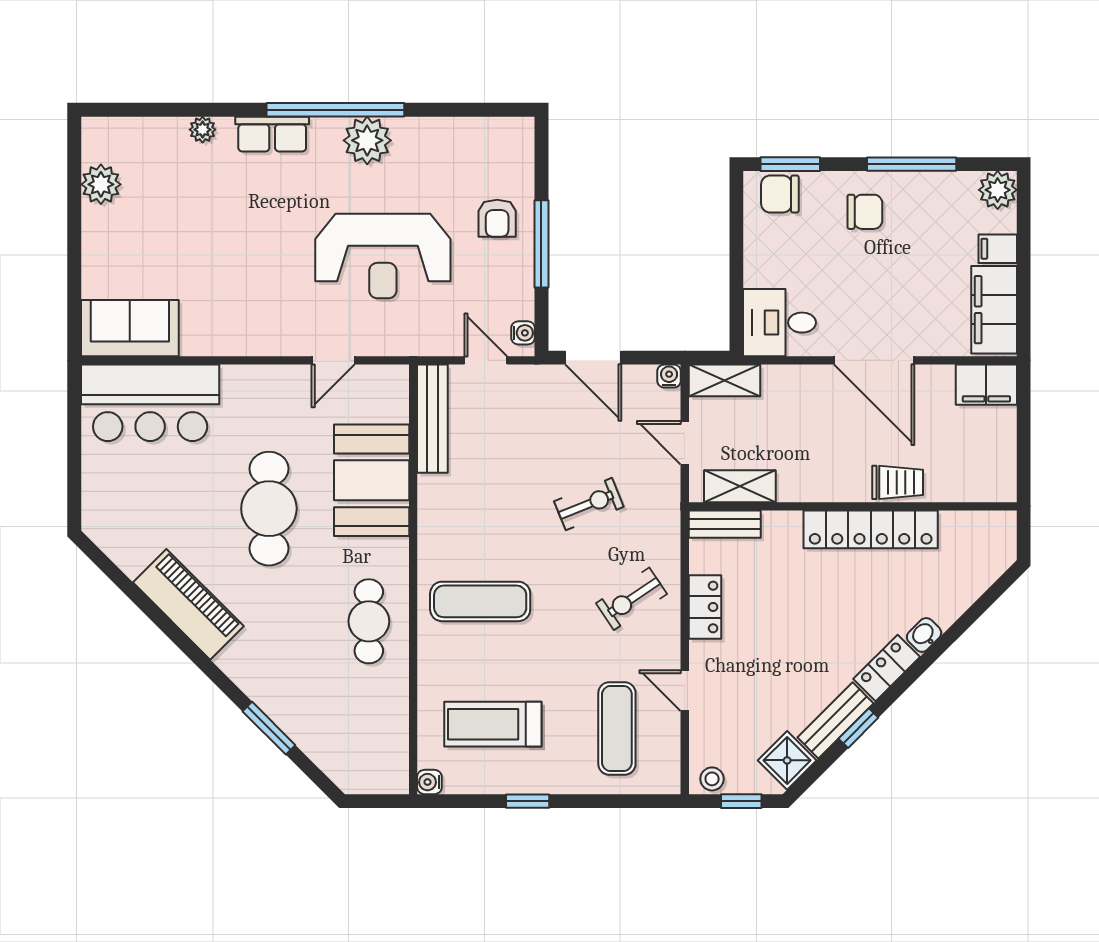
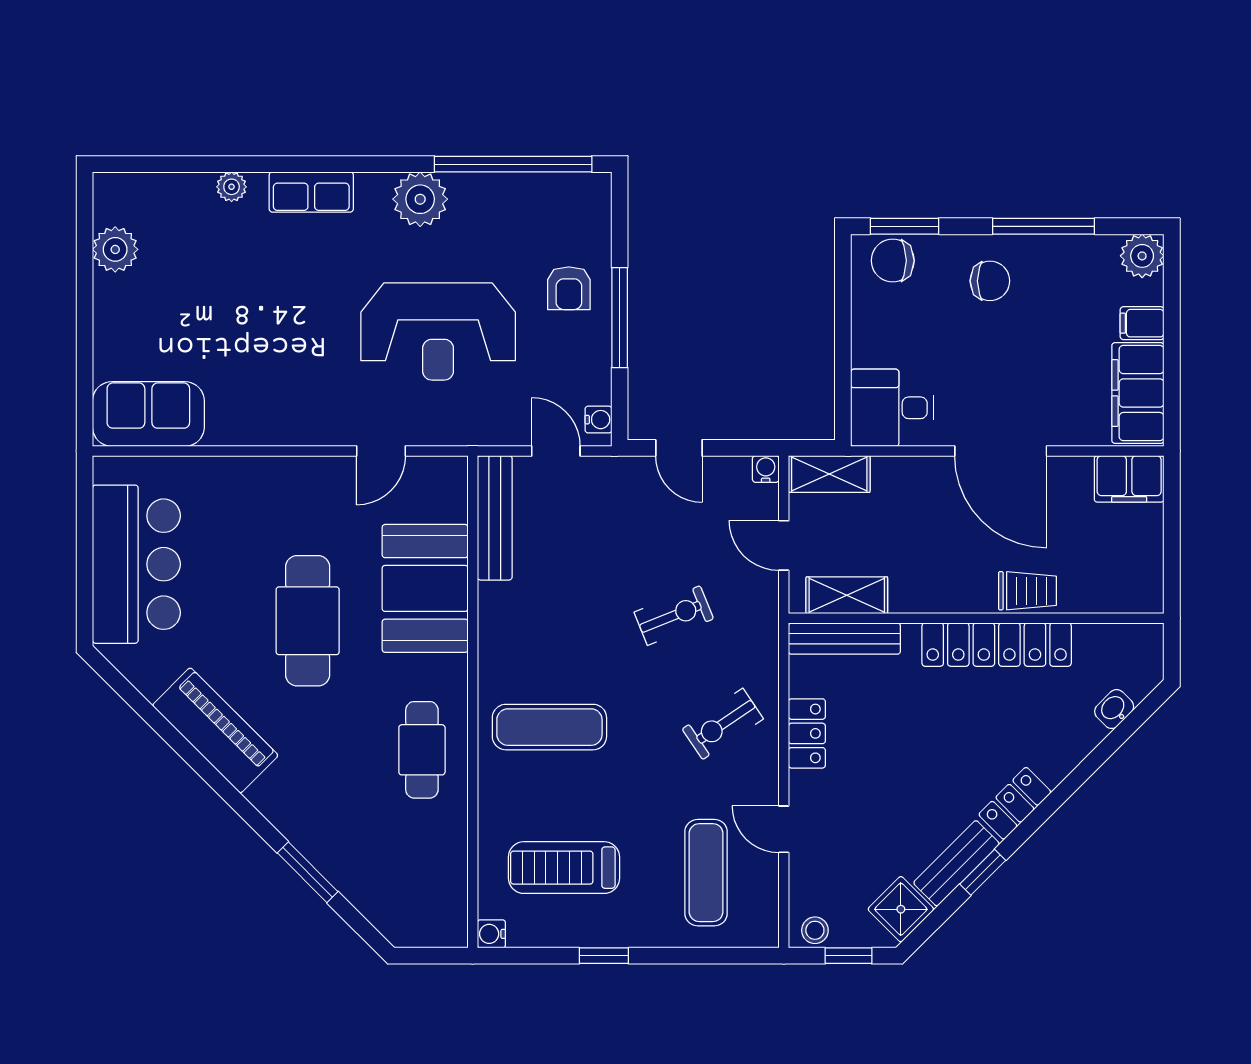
window: (335, 110) -> (513, 164), moved
door: (593, 358) -> (679, 448), width x0.73
bar counter: (150, 403) -> (136, 564), moved, turned -90
bench: (725, 524) -> (844, 639), width x1.36
washbasin: (924, 635) -> (1114, 709), moved

